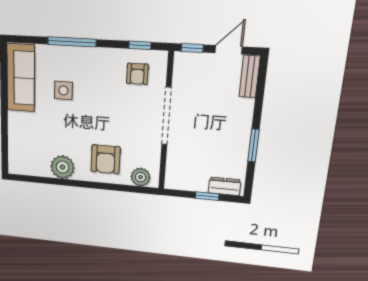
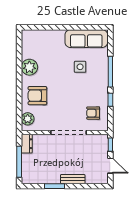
window: (140, 45) -> (110, 100), moved
bench: (250, 77) -> (73, 179), moved
dresser: (224, 186) -> (27, 144), moved
window: (207, 196) -> (19, 162), width x2.17

